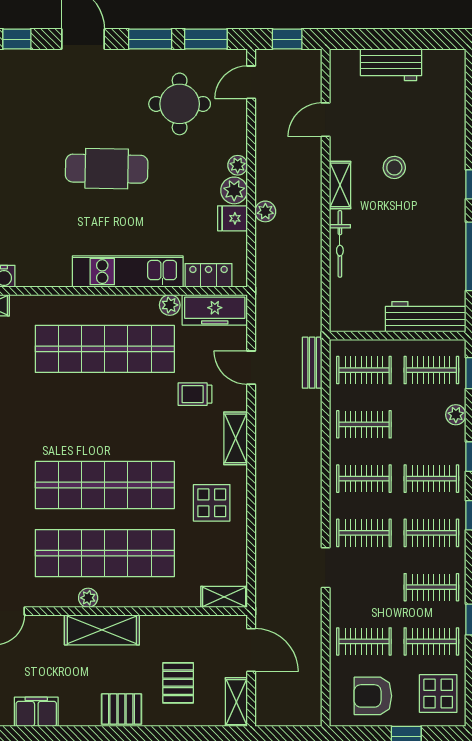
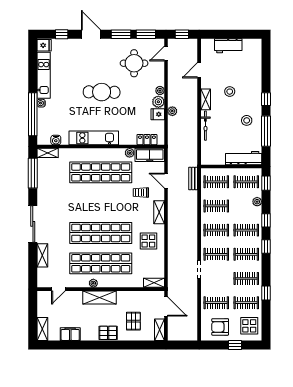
stool: (432, 232) -> (247, 120), added
kitchen unit: (128, 272) -> (94, 138), moved

